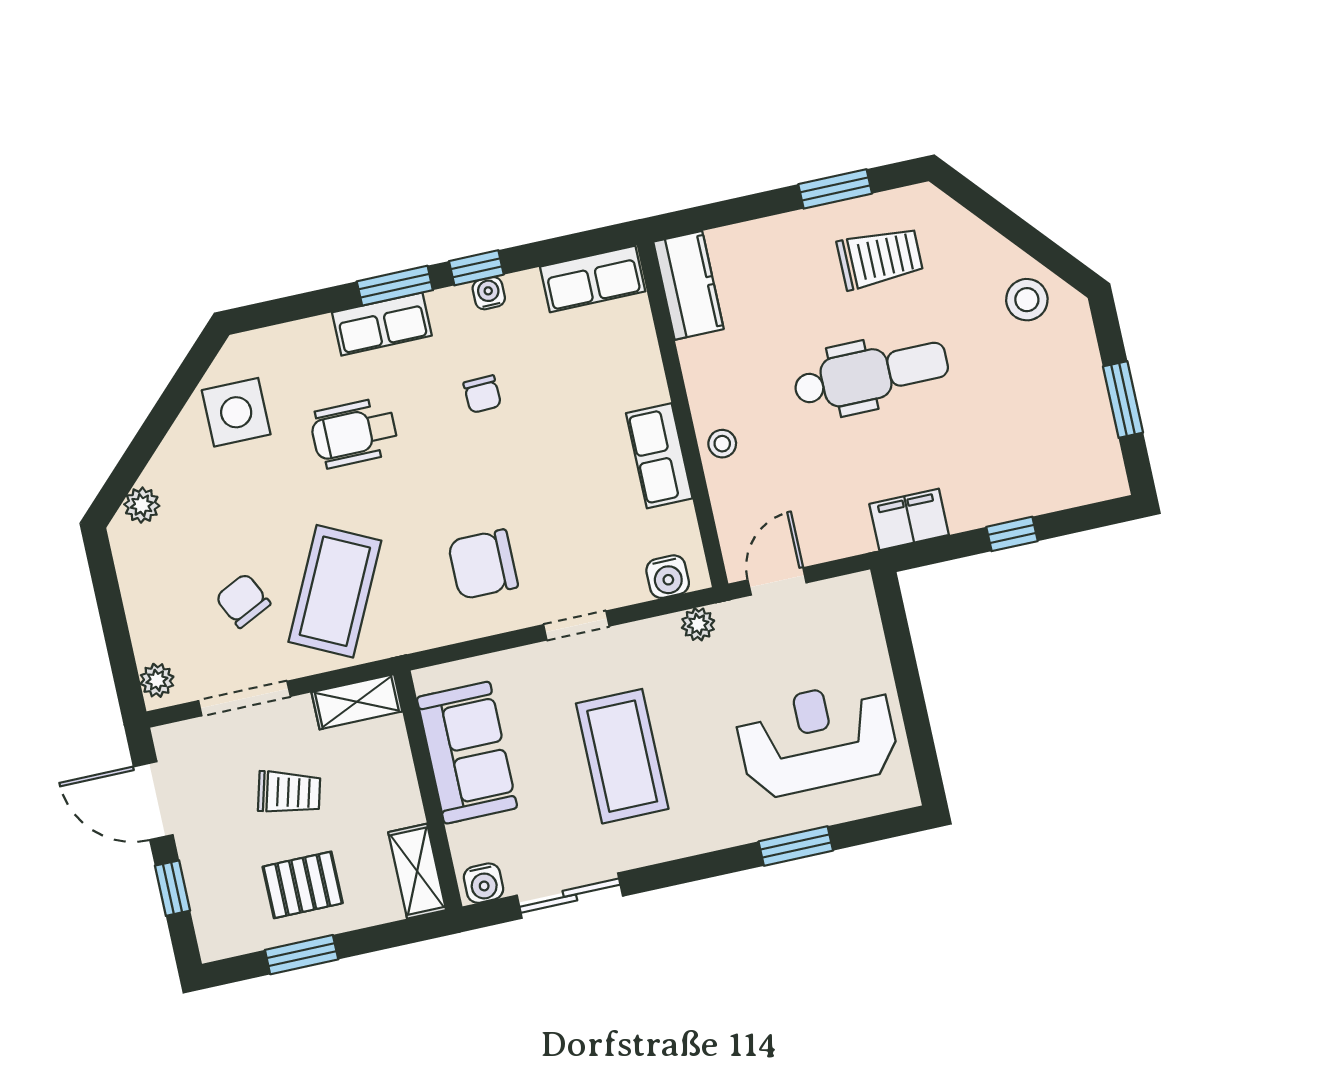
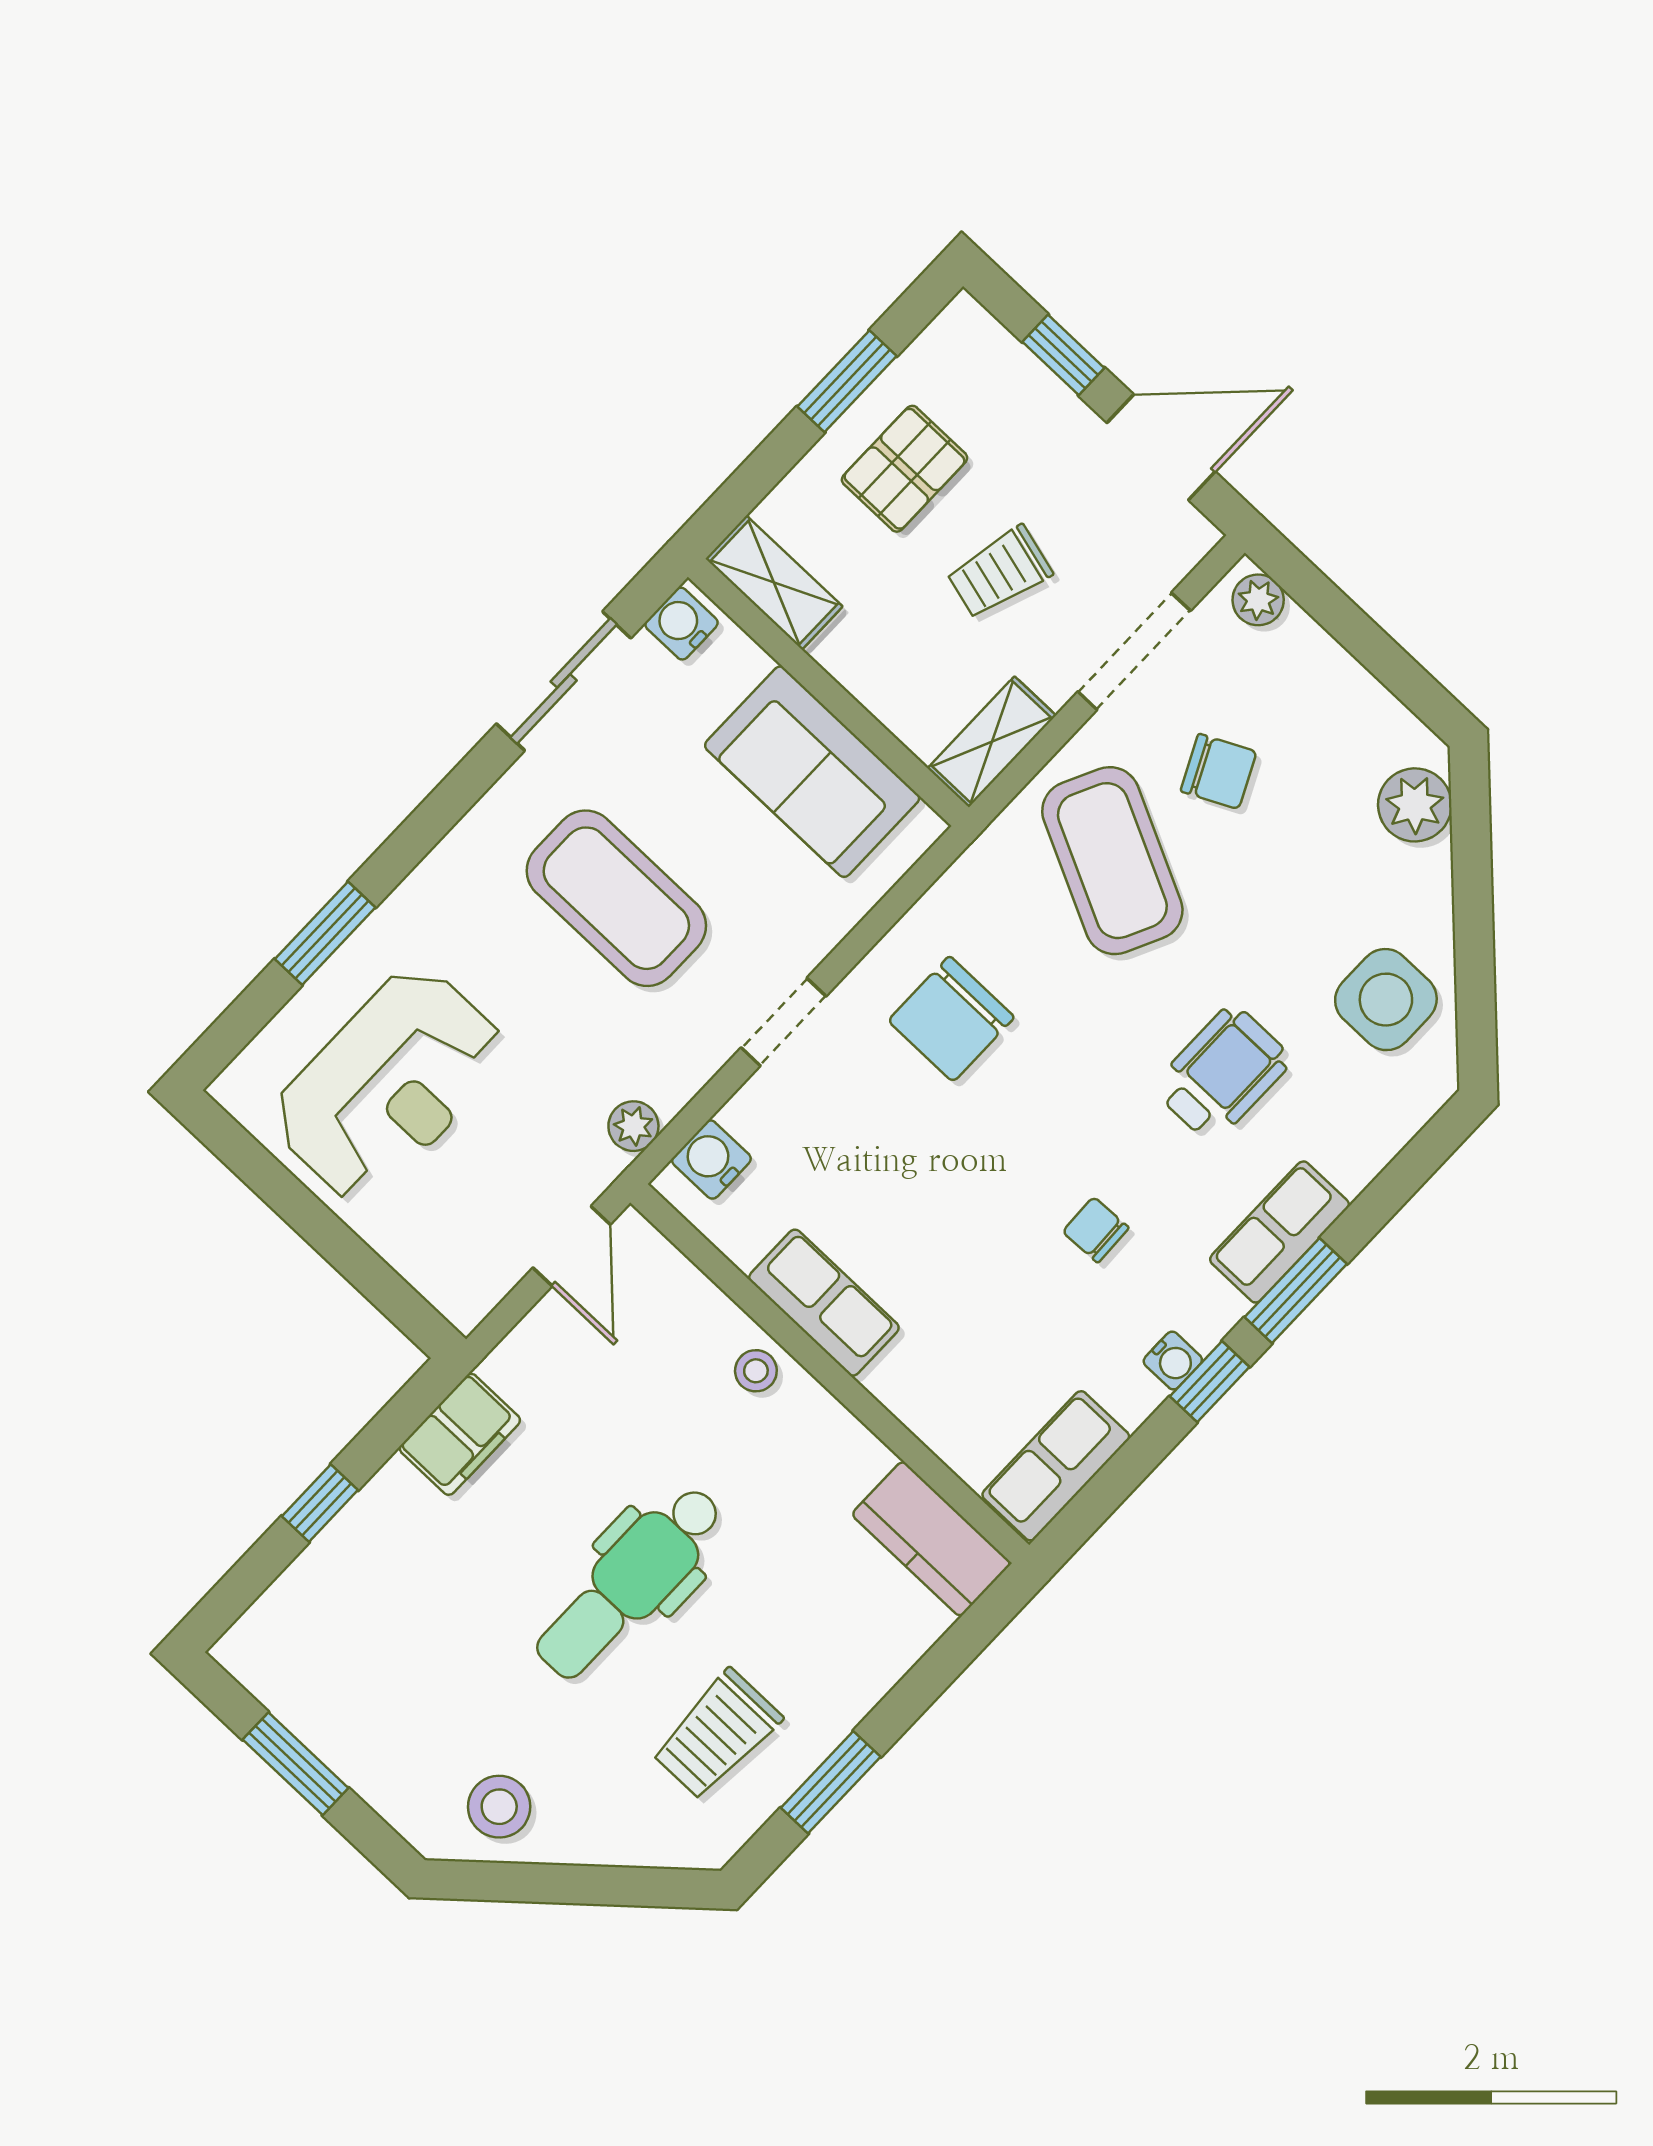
plant: (142, 505) -> (1415, 805), width x1.38, depth x1.38
chair: (483, 564) -> (951, 1019), turned 180

